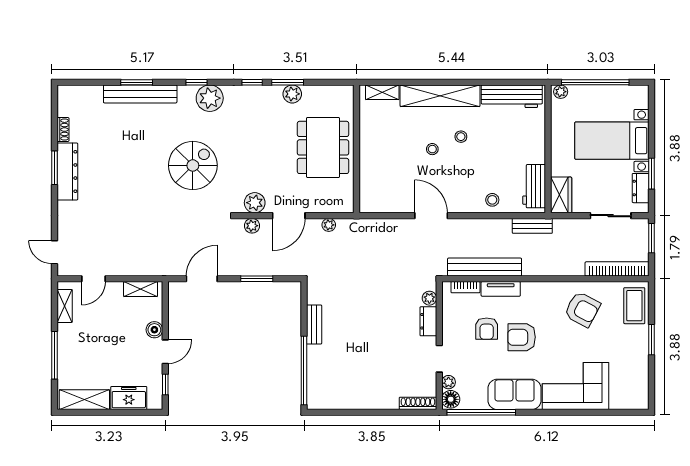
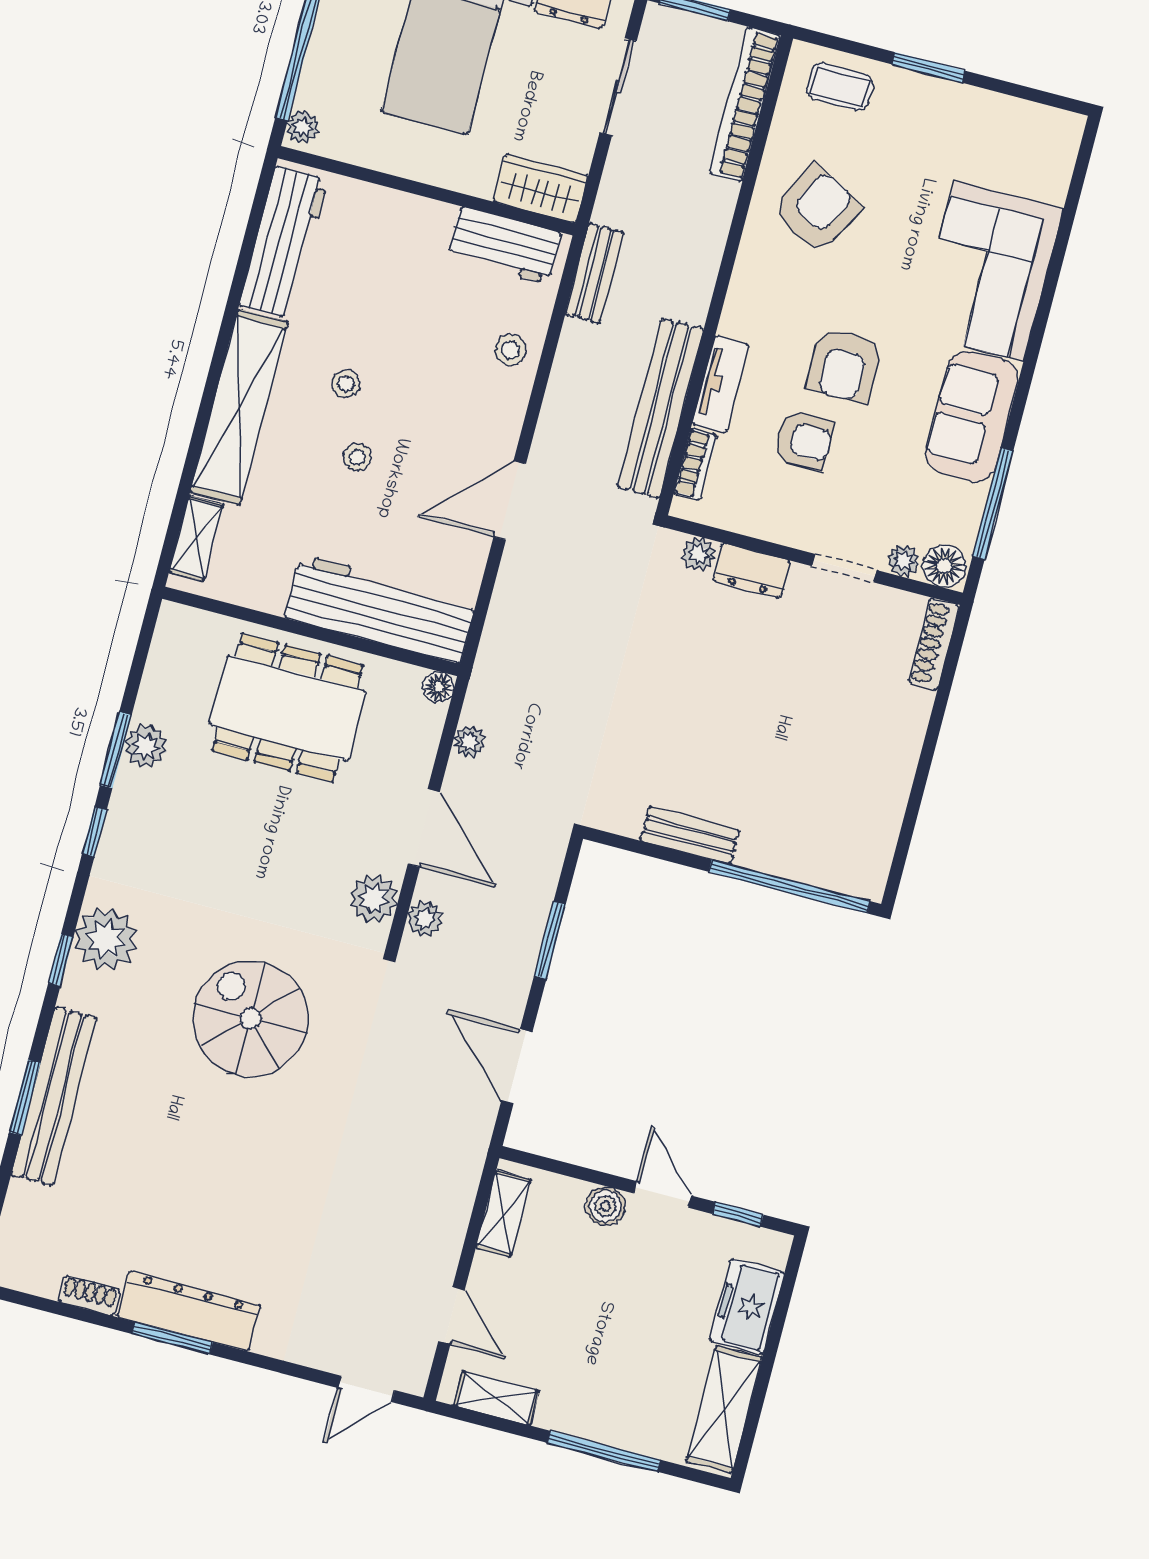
workbench: (373, 175) -> (381, 609), added
floor lamp: (348, 207) -> (438, 687), added
coffee table: (634, 306) -> (840, 87), width x0.73, depth x0.77
window: (481, 412) -> (993, 503), width x0.68

